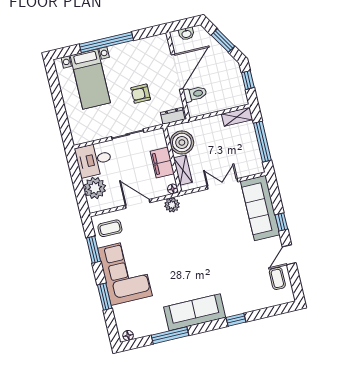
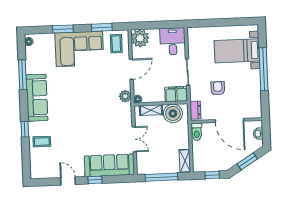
toilet: (195, 94) -> (197, 132), moved
filing cabinet: (162, 163) -> (176, 94), moved
plant: (95, 188) -> (140, 38), moved
coffee table: (277, 278) -> (42, 142), moved

